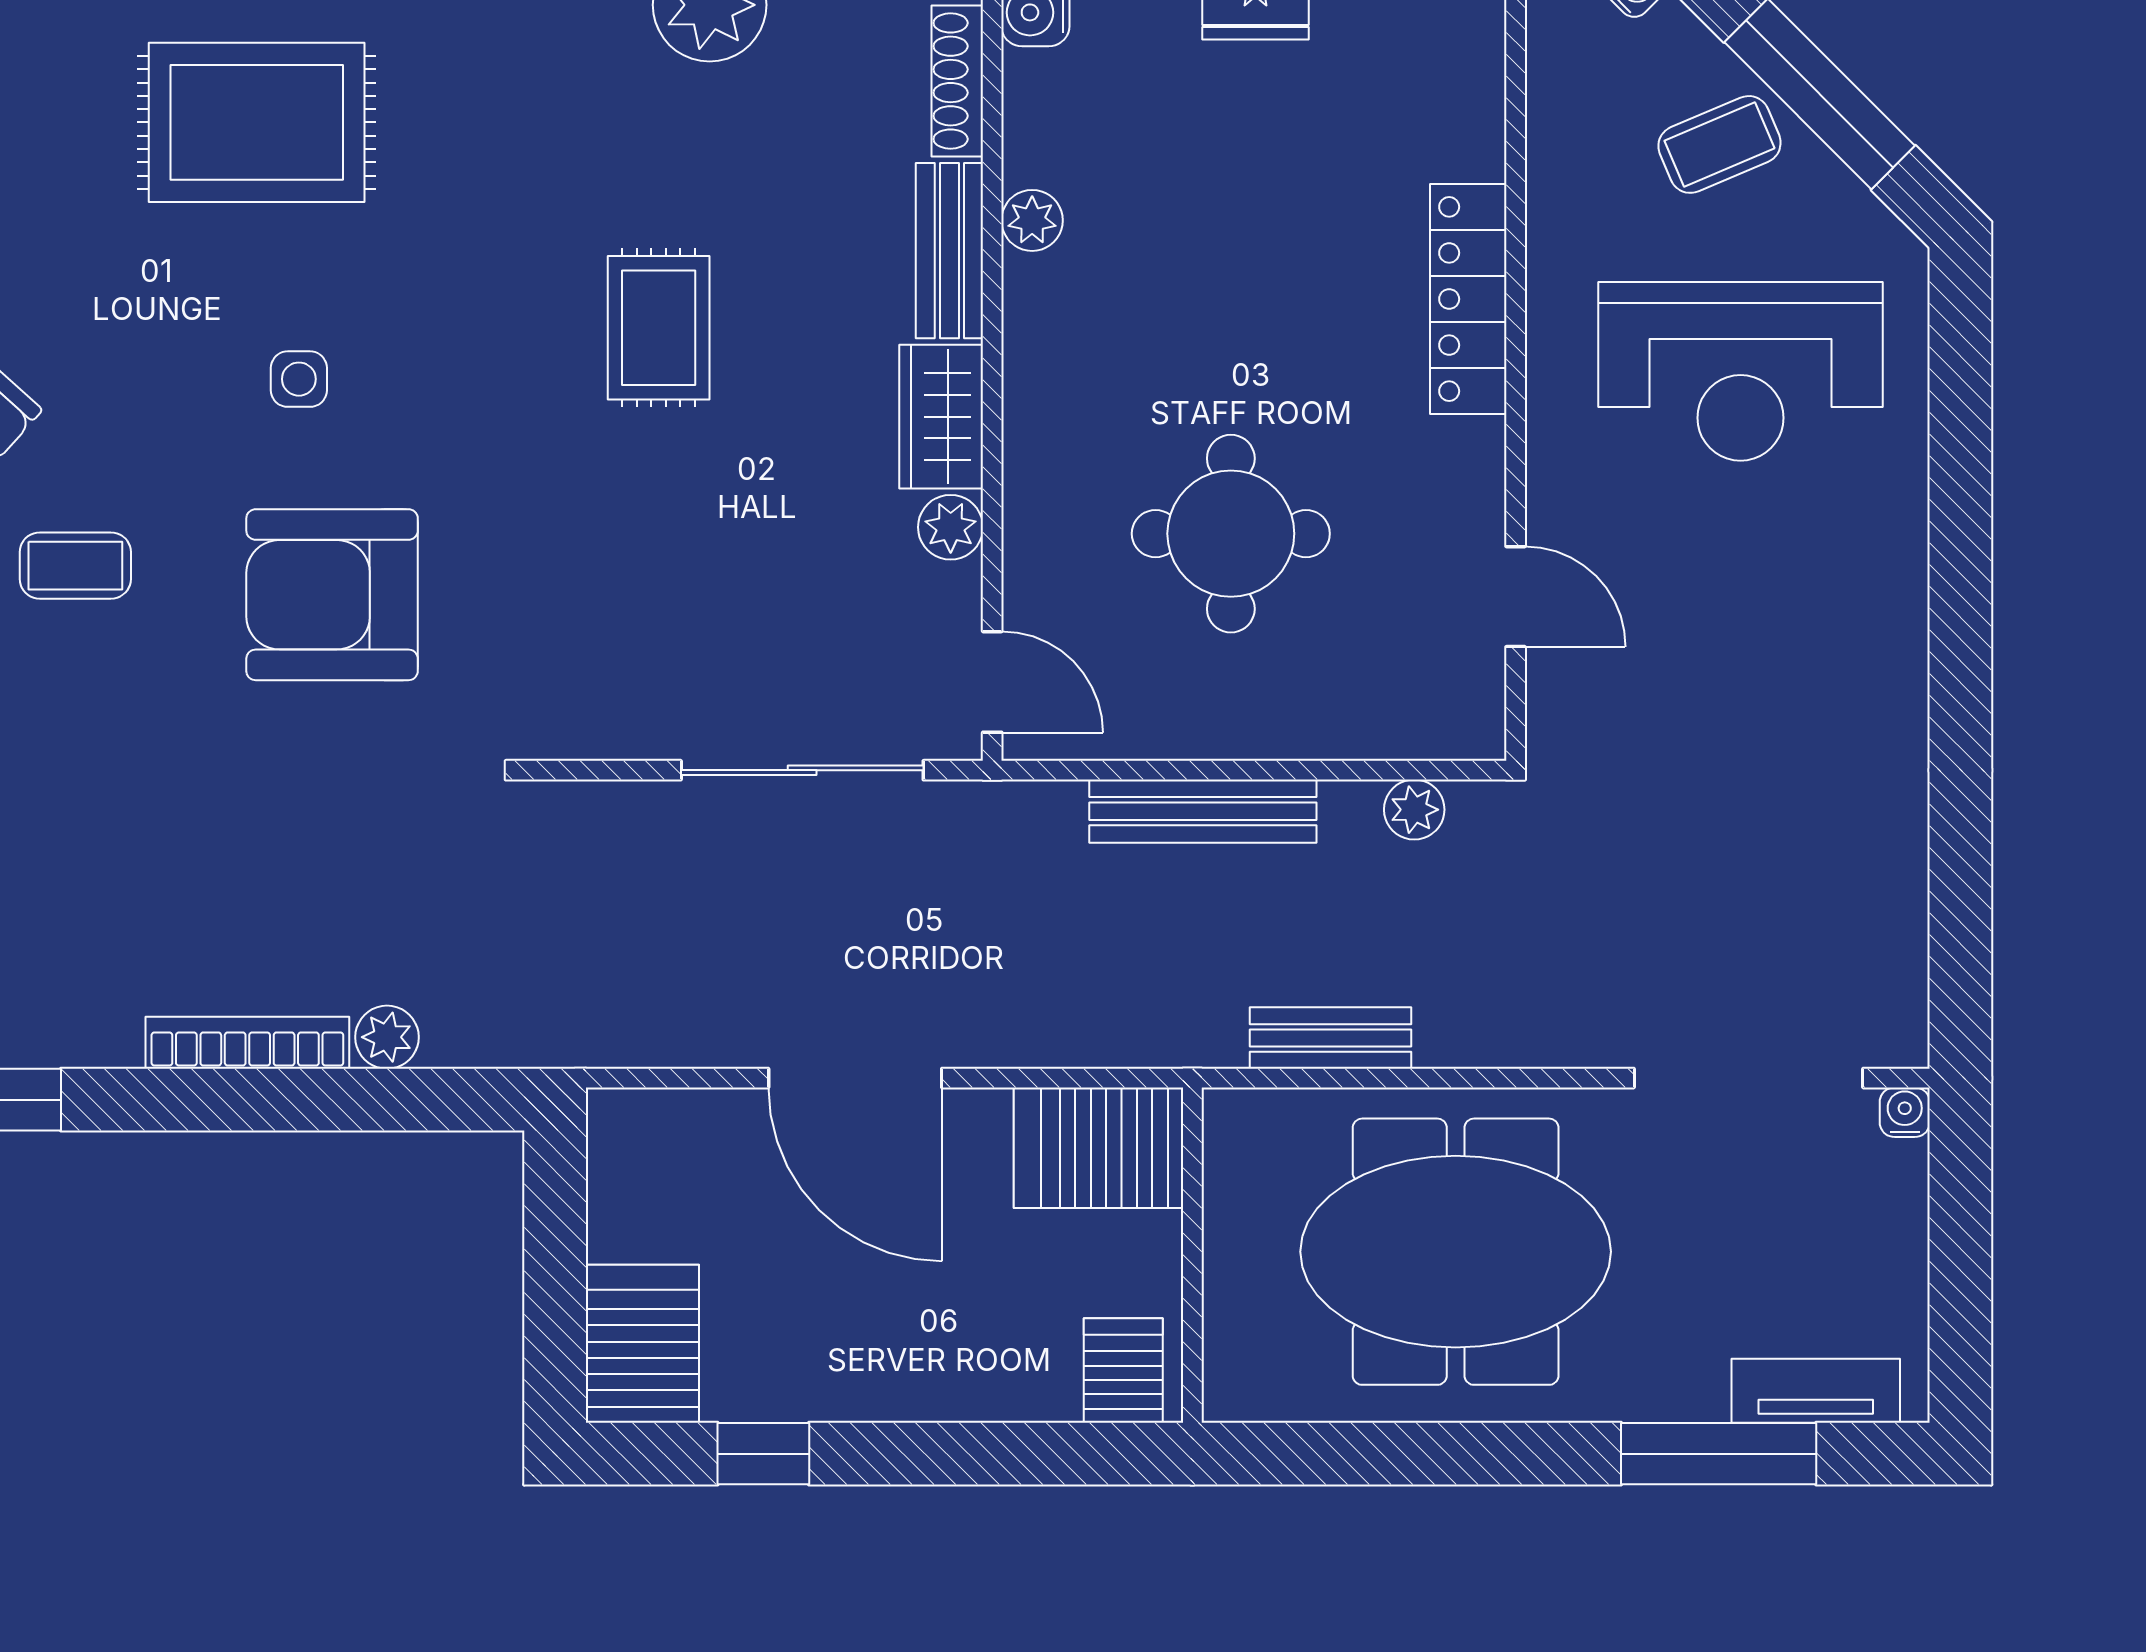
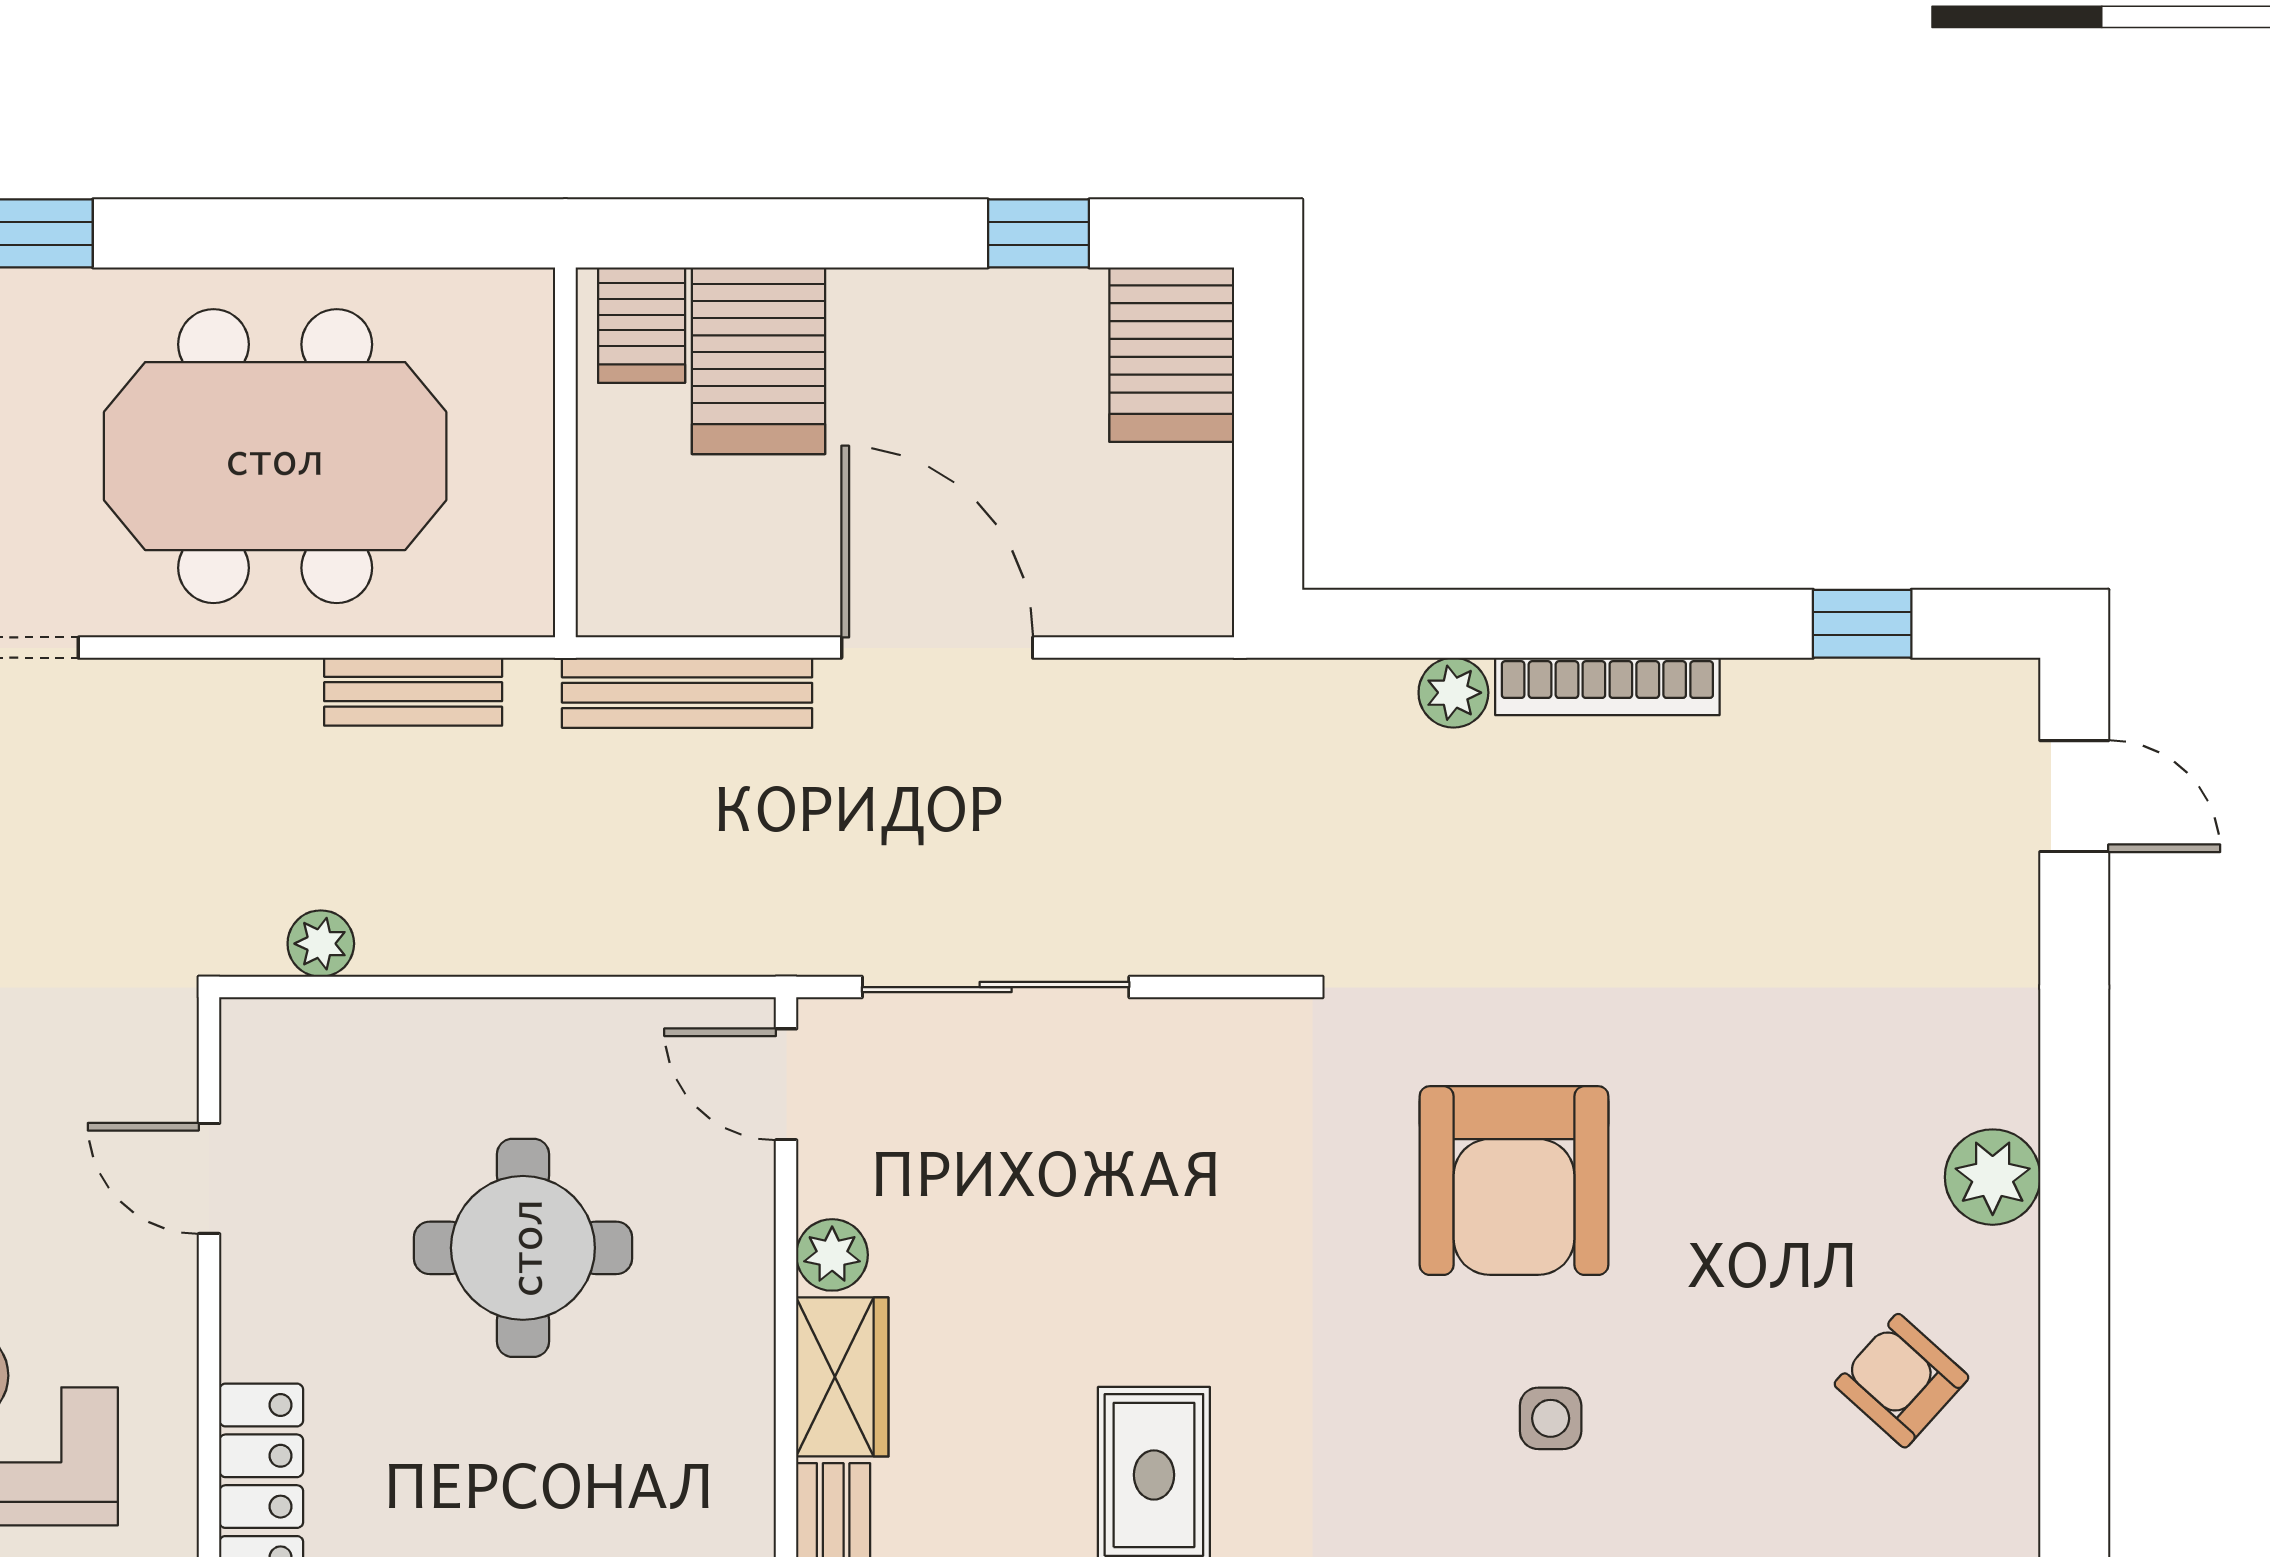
coffee table: (75, 566) -> (1797, 1213), removed
armchair: (332, 595) -> (1514, 1181), turned 90
bench: (1203, 811) -> (687, 693), moved
server rack: (1098, 1148) -> (758, 361), moved, turned 90

